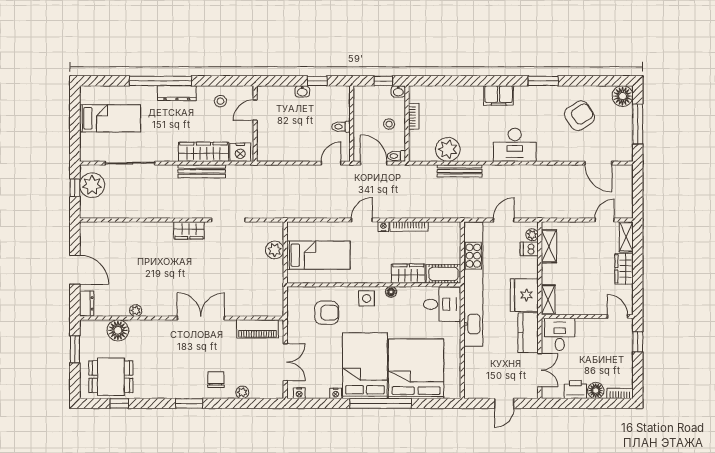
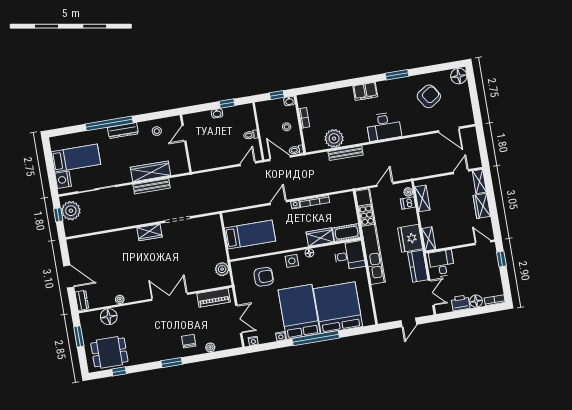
window: (638, 124) -> (474, 95), removed
nightstand: (240, 152) -> (63, 180), moved, turned 90
plant: (275, 250) -> (222, 269), moved

